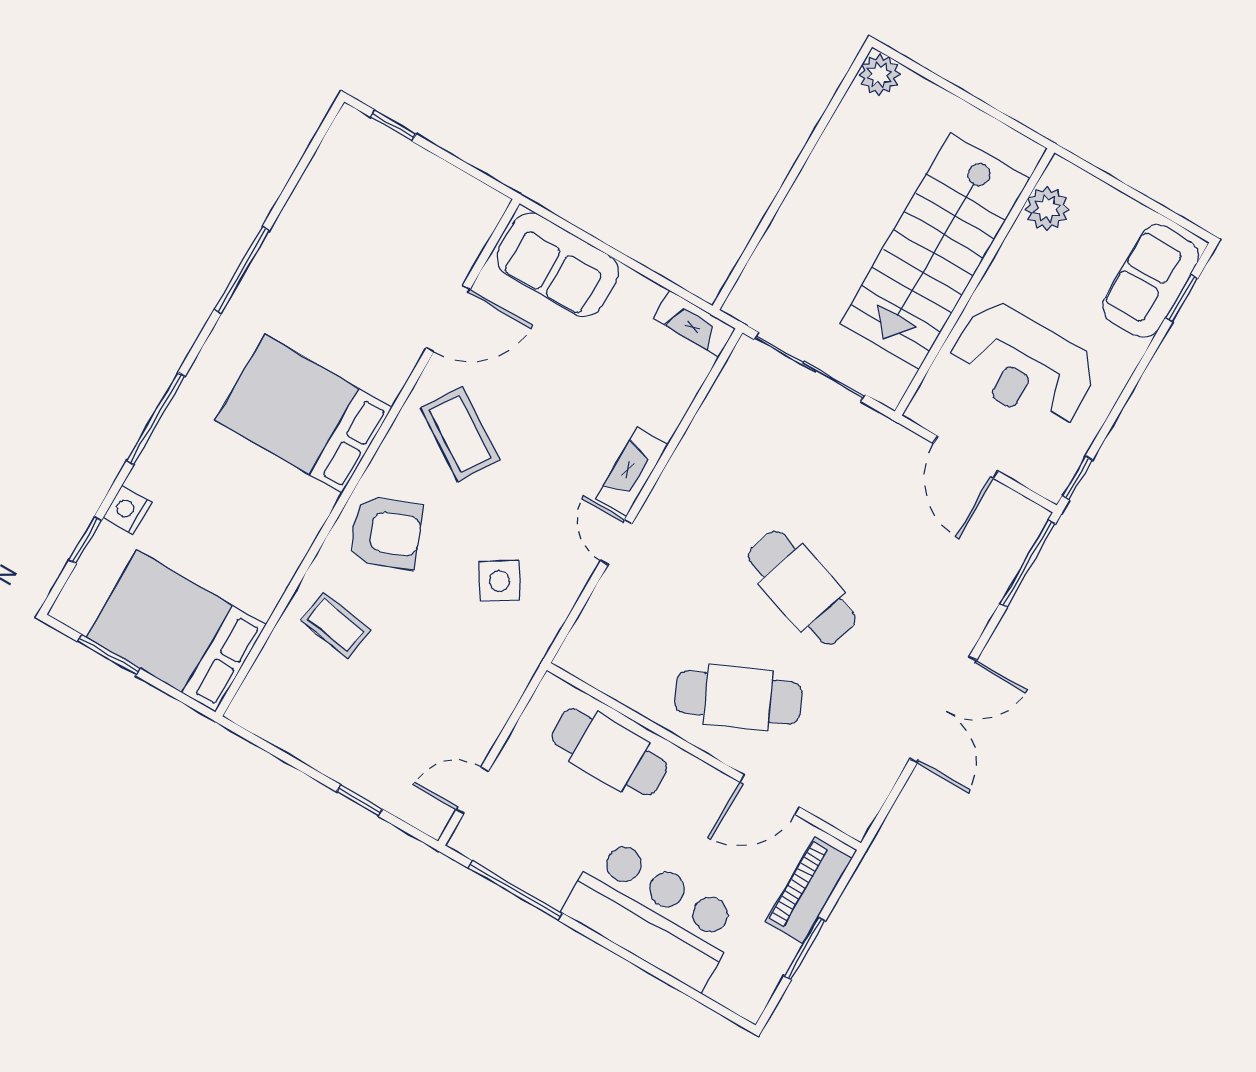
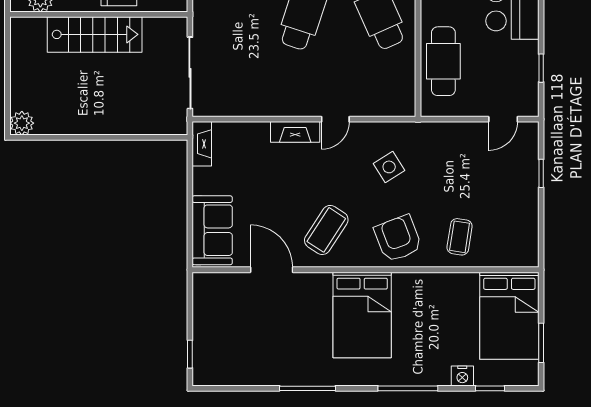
stairs: (935, 251) -> (95, 34), width x0.73, depth x0.66
door: (472, 790) -> (503, 119), hinge flipped
window: (515, 891) -> (541, 68), width x0.46

